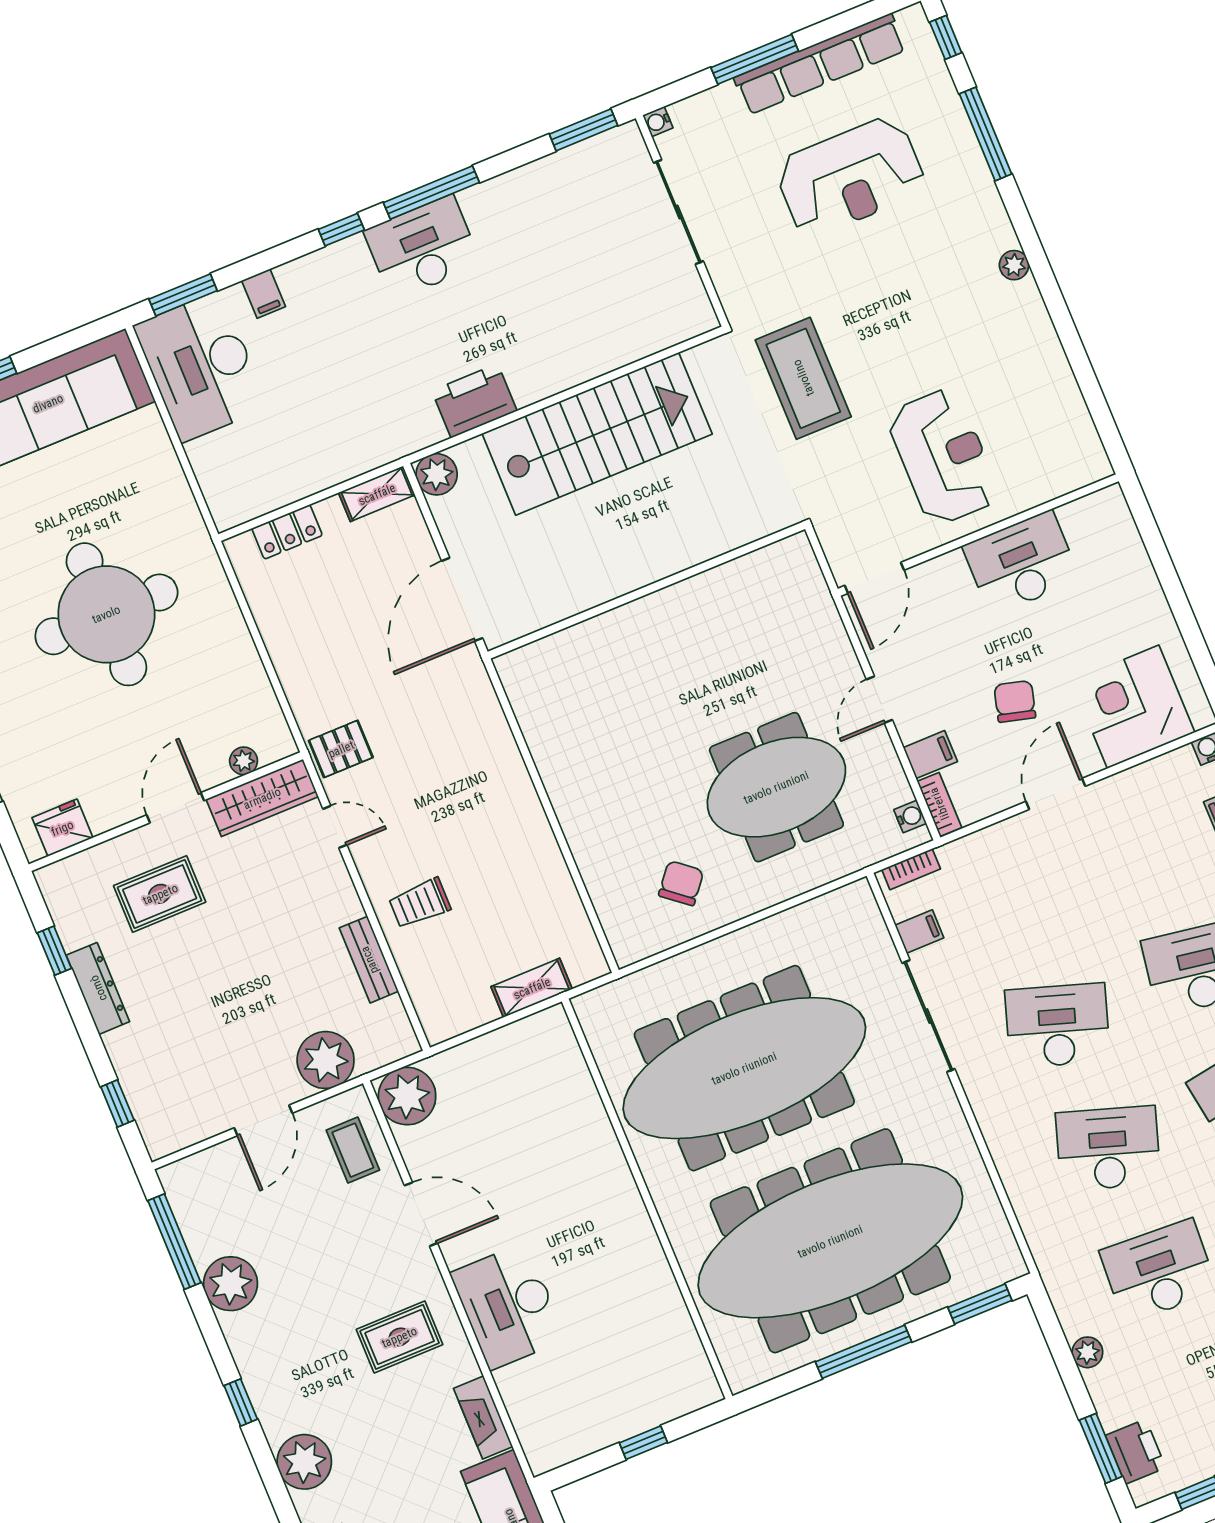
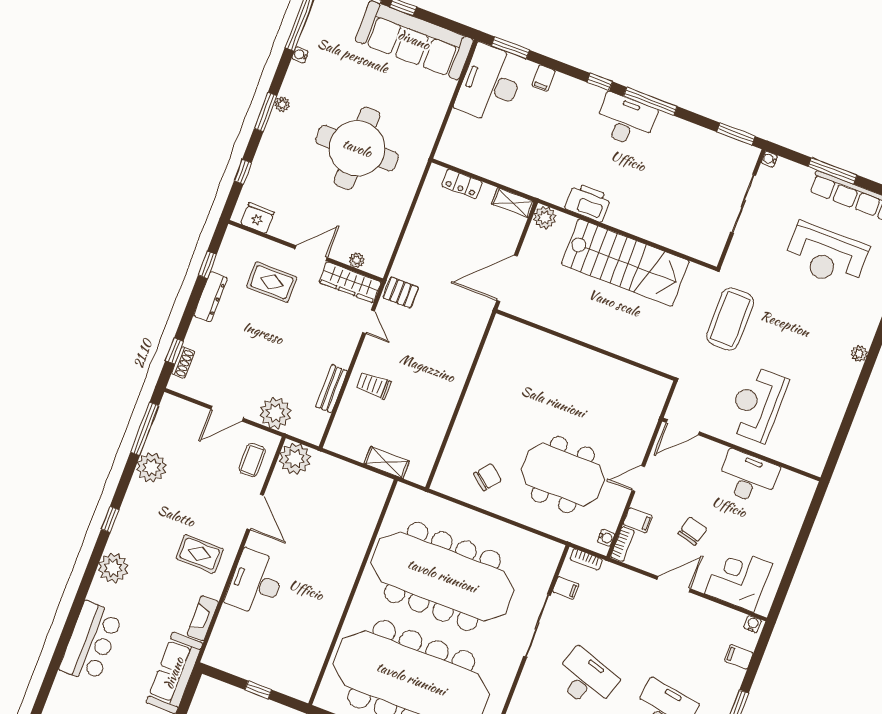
reception desk: (943, 457) -> (757, 404), turned 180
shoe rack: (143, 1108) -> (183, 363), added

